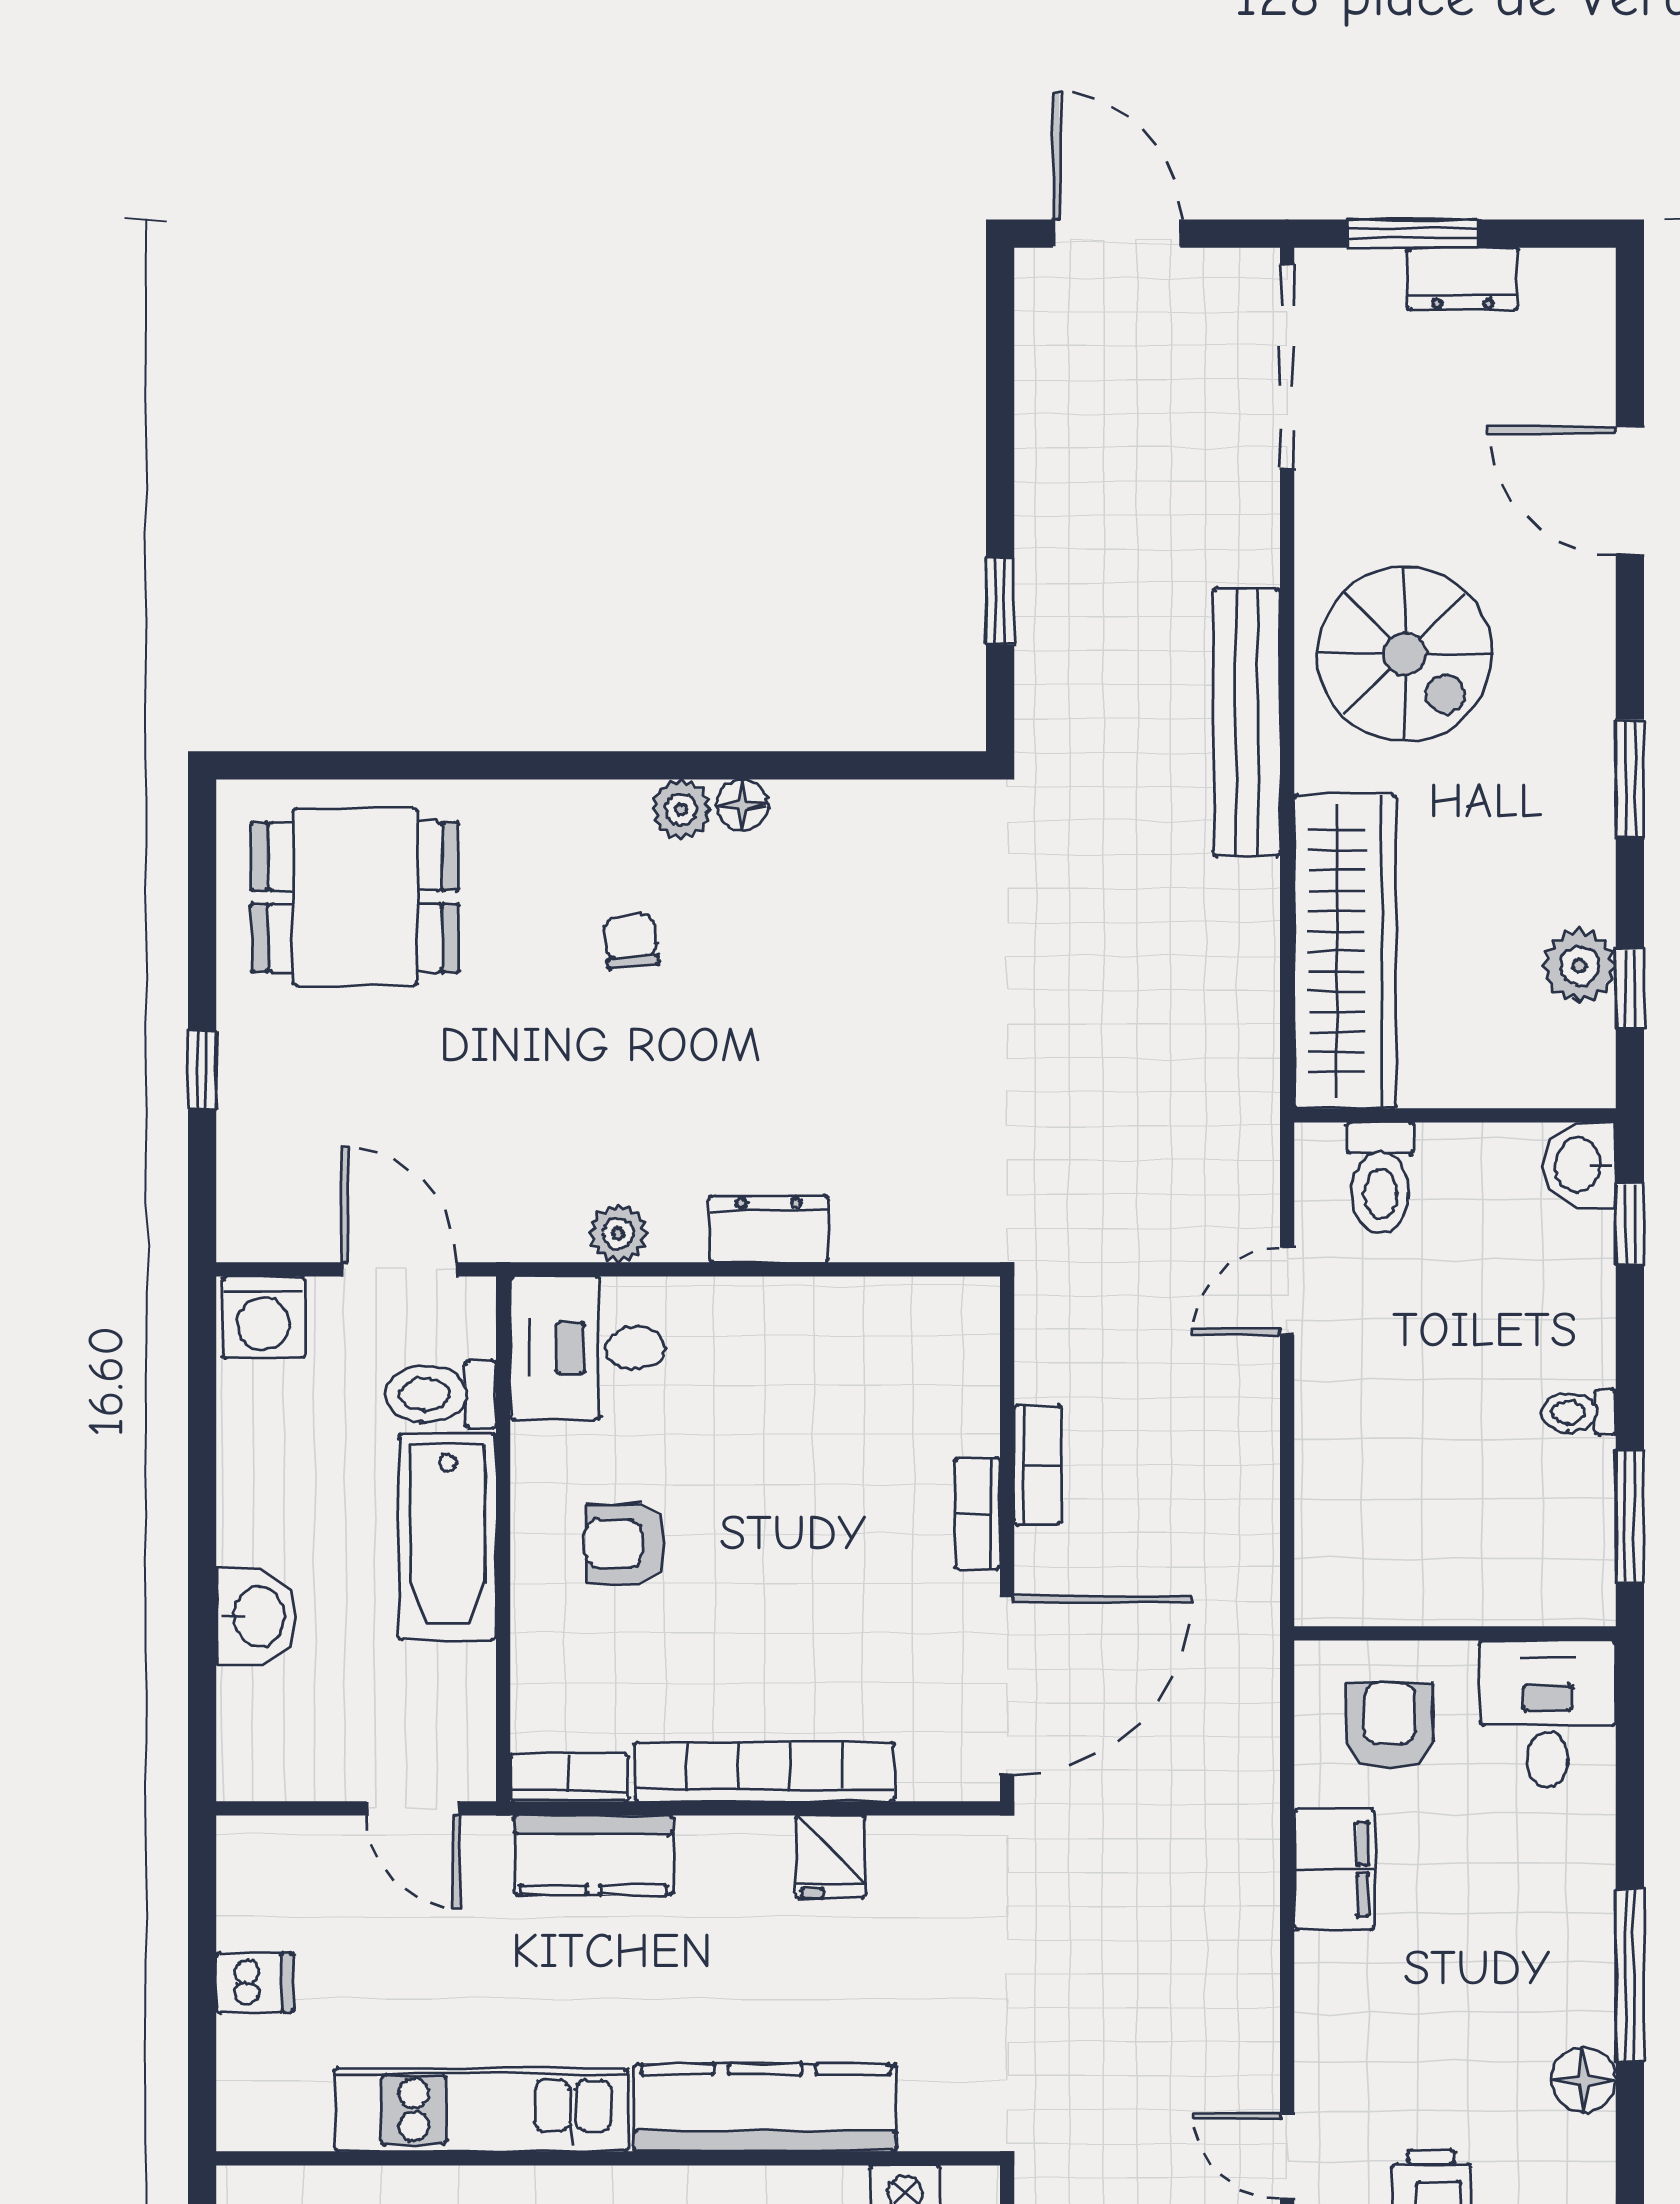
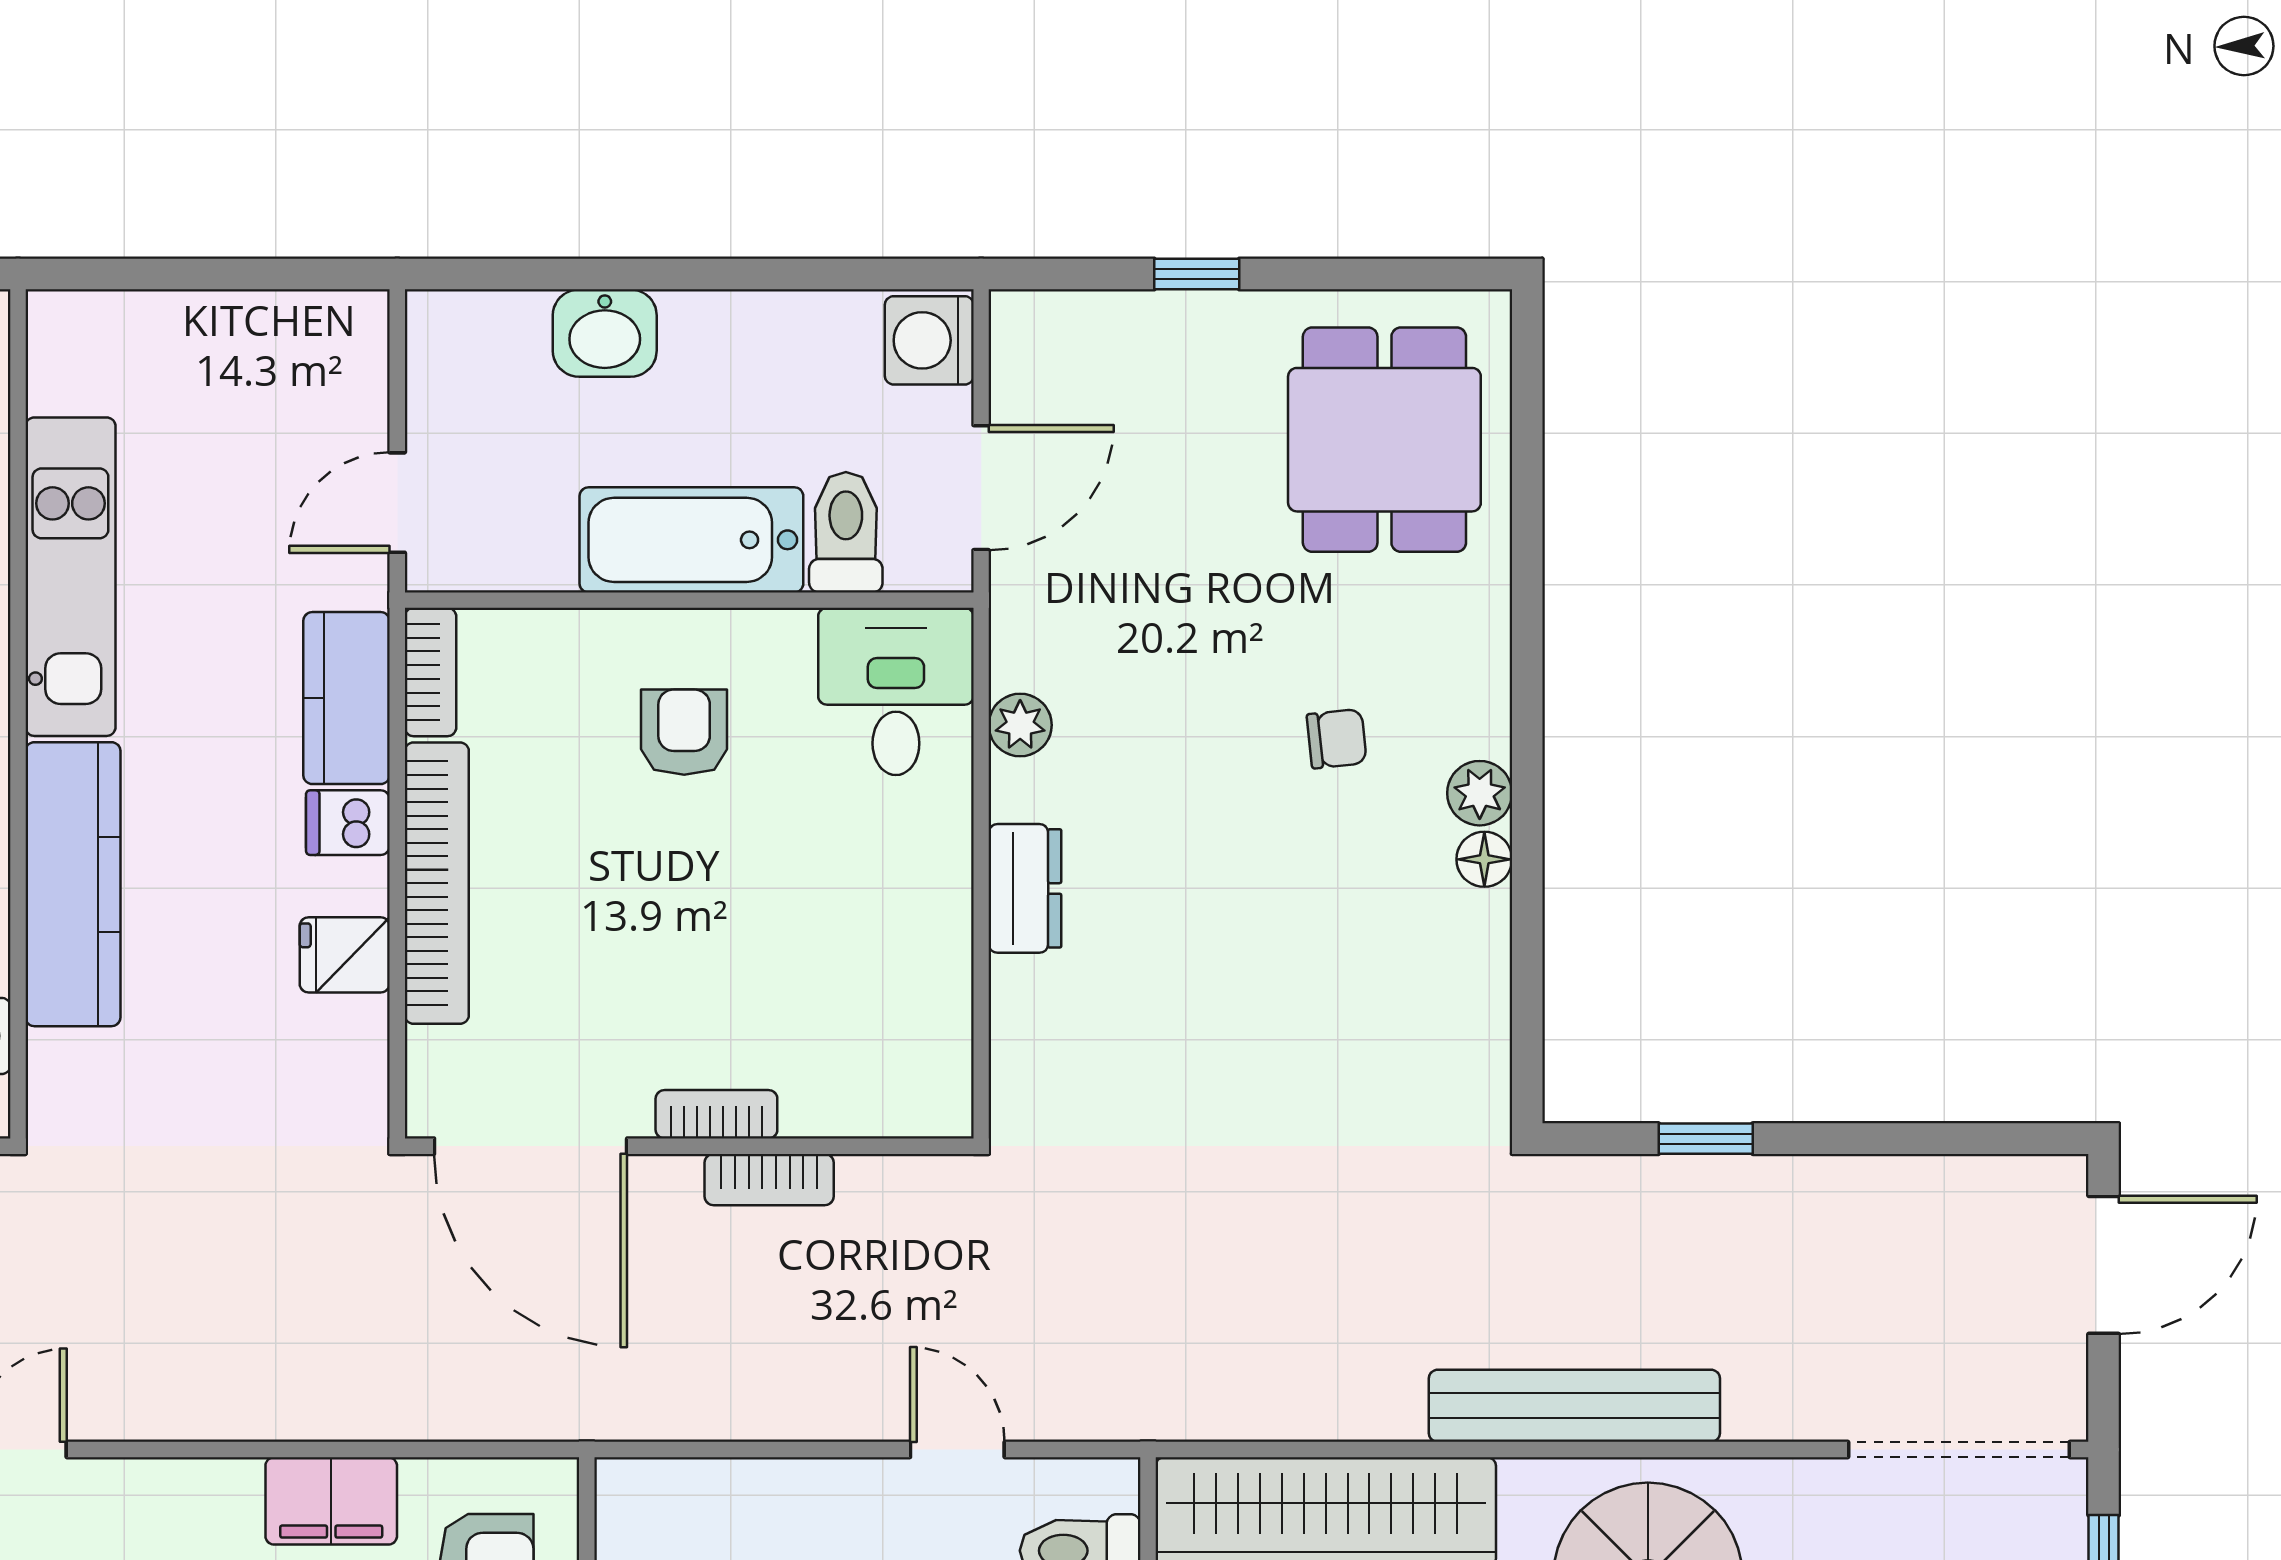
dishwasher: (255, 1983) -> (348, 823), moved, turned 90

